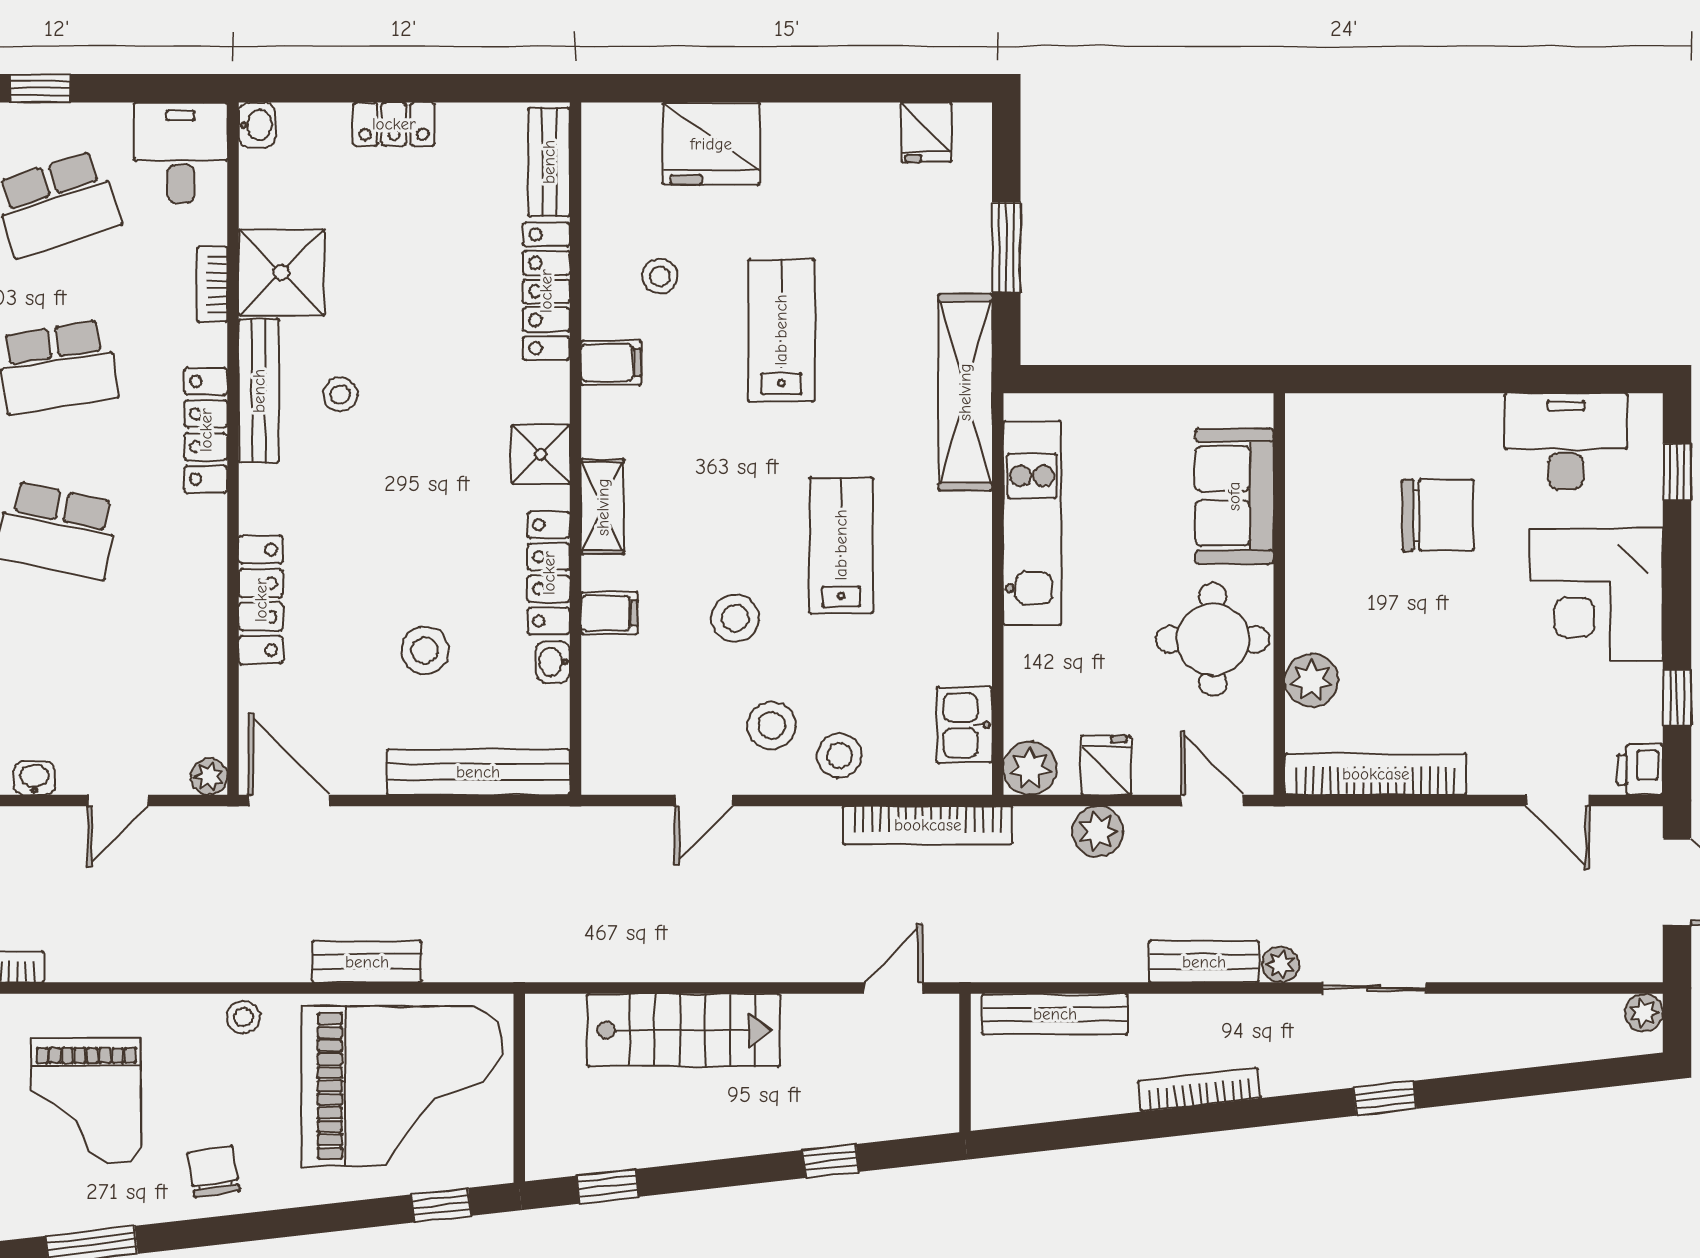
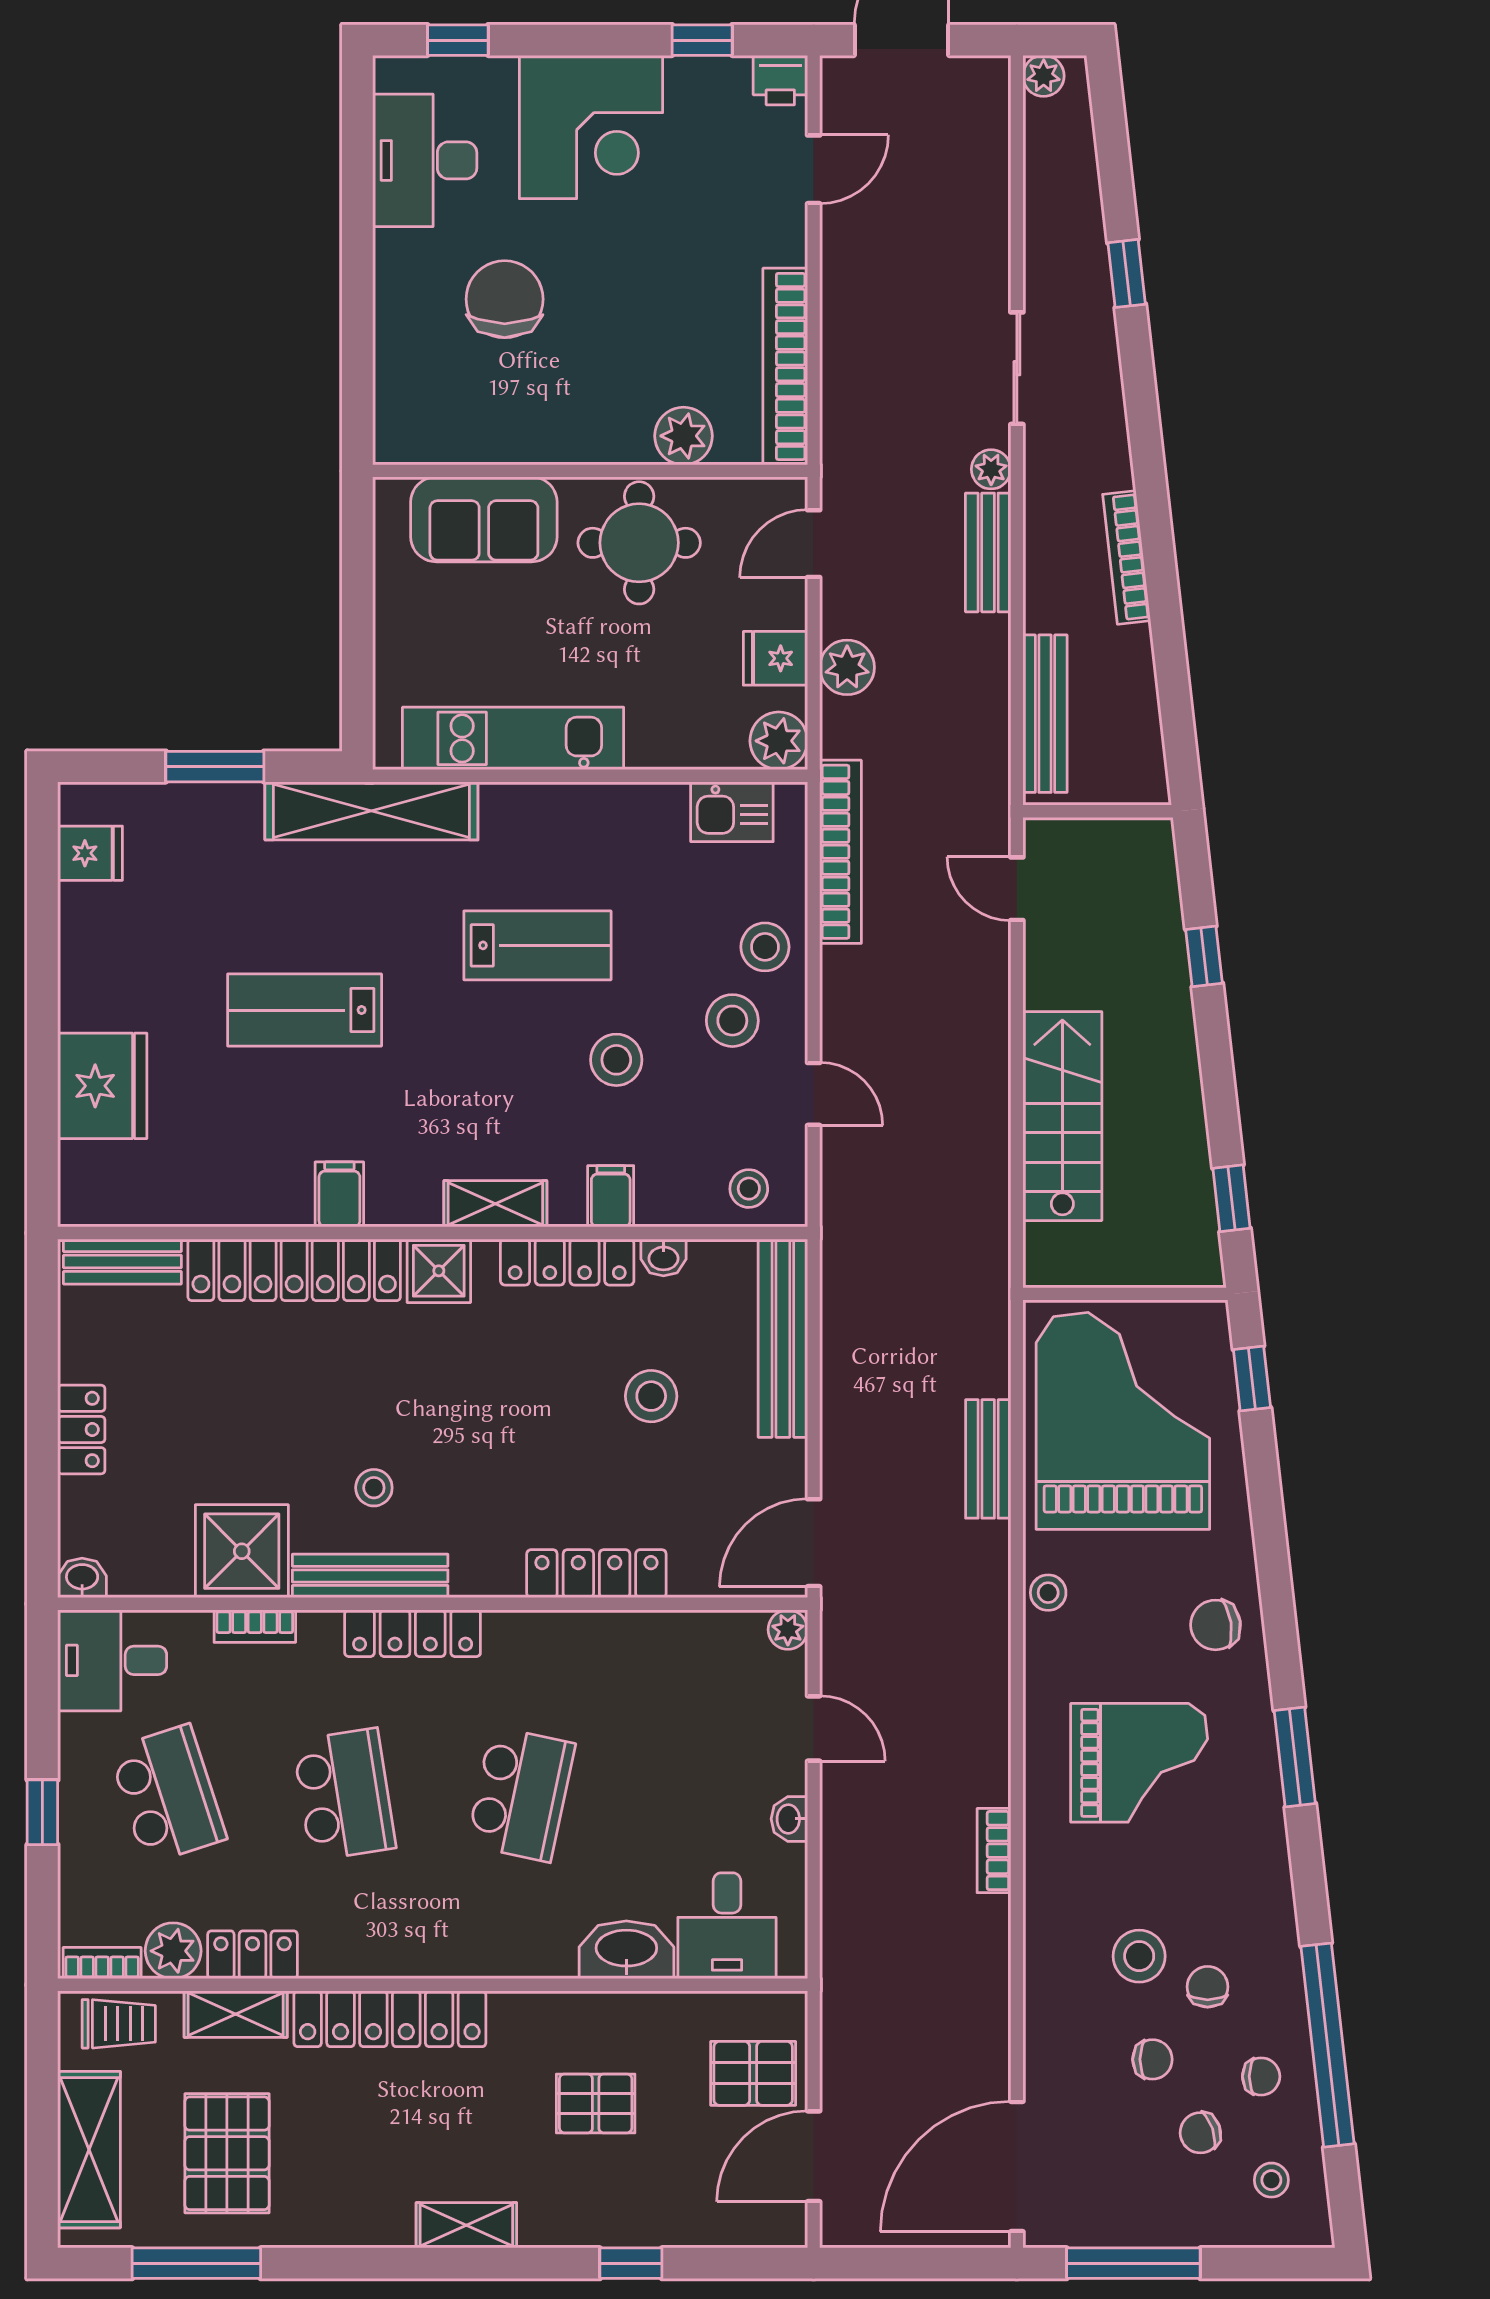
stool: (660, 276) -> (749, 1189), moved
locker: (546, 291) -> (294, 1270), width x1.41, depth x1.21
lab bench: (841, 545) -> (537, 945), turned 180
window: (1385, 1098) -> (1127, 273), moved

